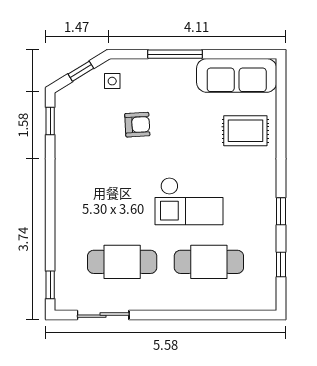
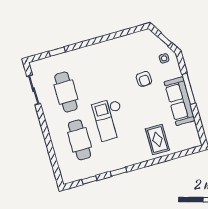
sofa: (237, 75) -> (180, 101), moved
window: (50, 121) -> (132, 30), removed
window: (50, 285) -> (57, 52), moved

